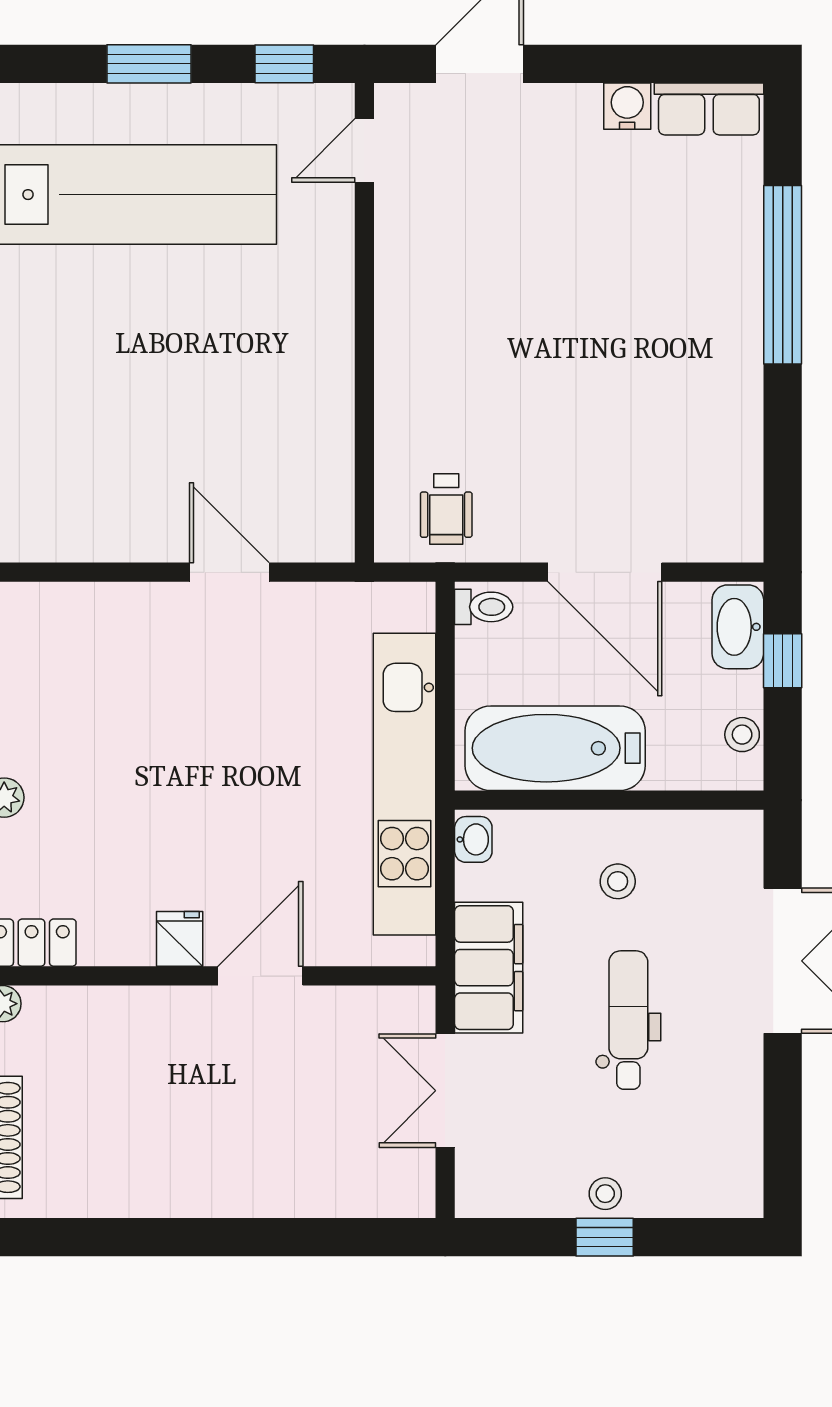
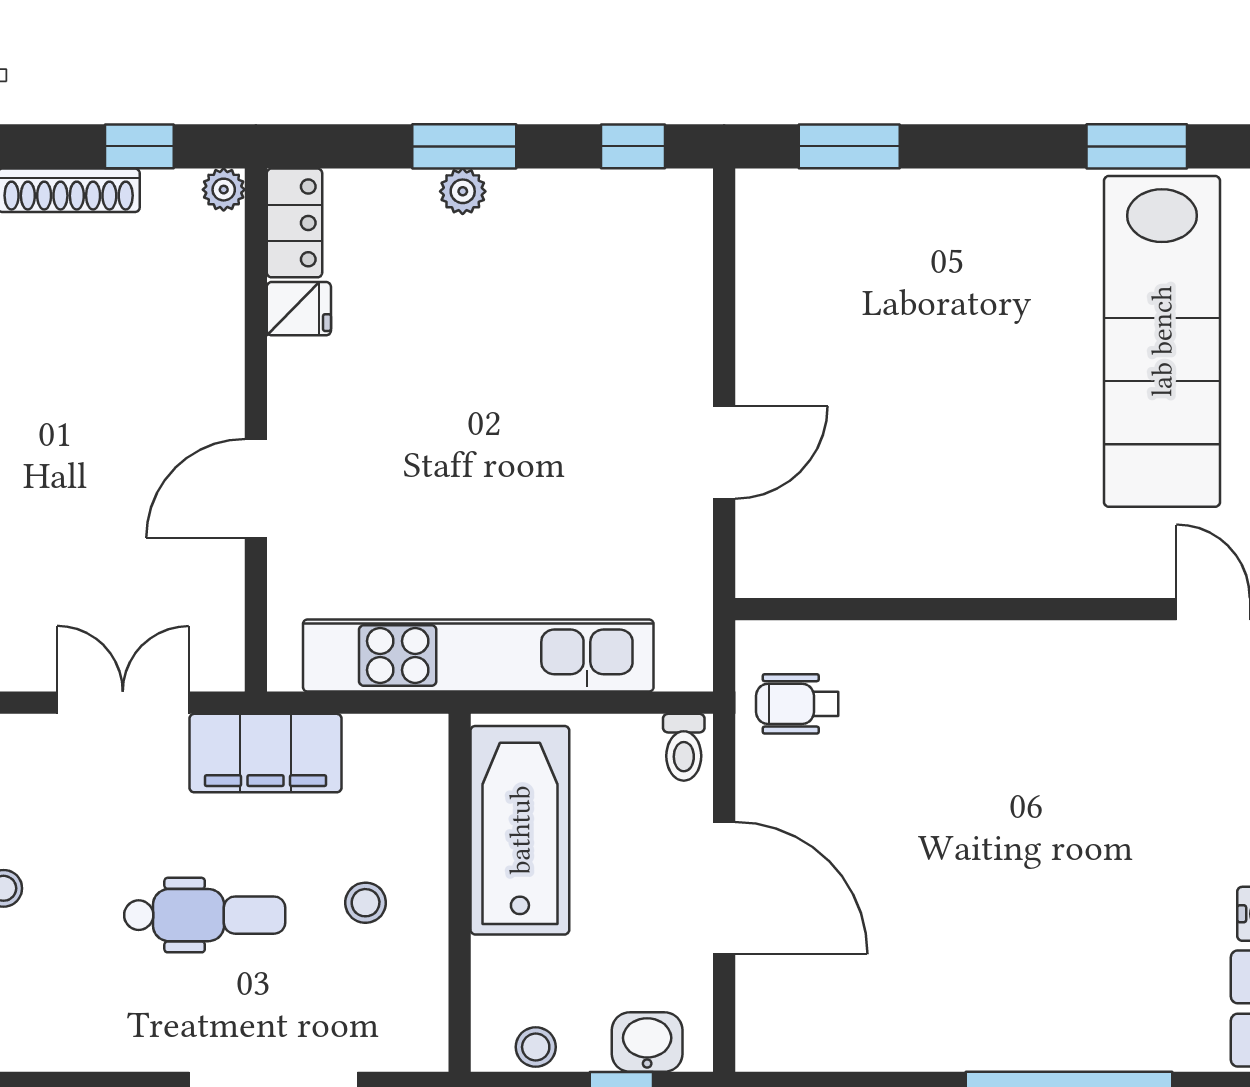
door: (605, 572) -> (724, 888), swing flipped
washbasin: (738, 627) -> (647, 1042), width x0.72
washbasin: (473, 839) -> (414, 735), removed
fridge: (180, 939) -> (299, 309), moved
door: (260, 976) -> (256, 488), swing flipped

